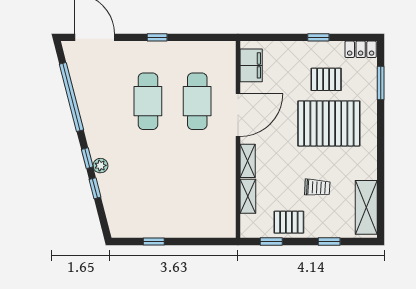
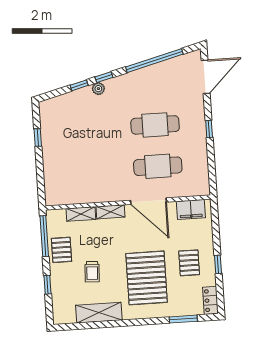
pallet: (326, 79) -> (189, 263), moved
shelving: (366, 207) -> (99, 313), moved
window: (271, 241) -> (44, 236), width x2.17

